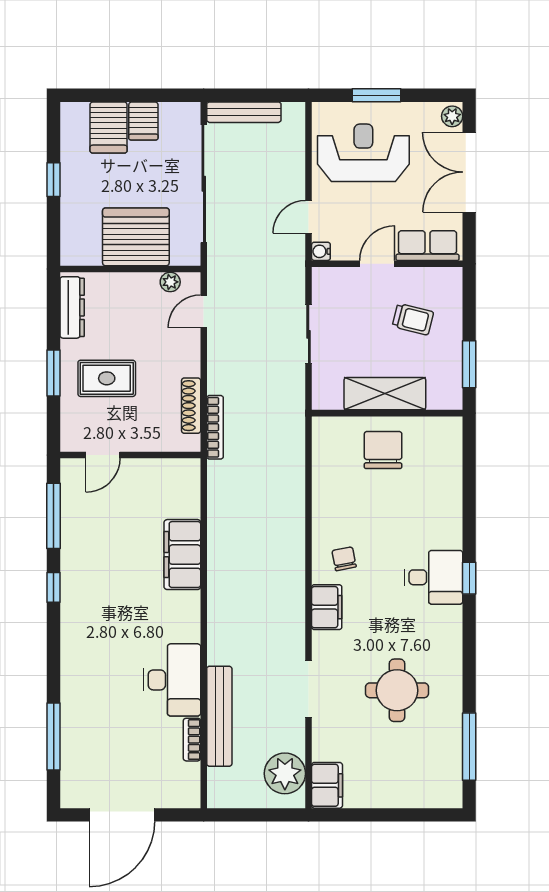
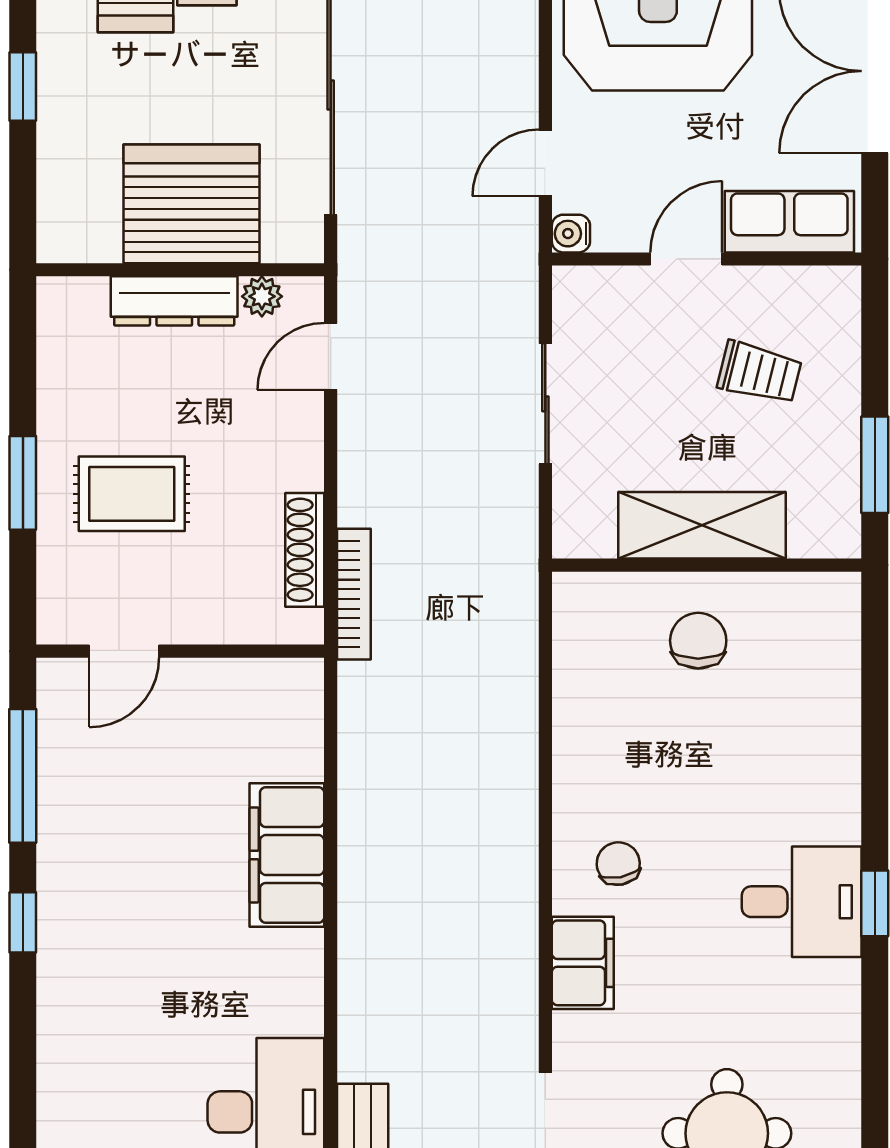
dresser: (72, 307) -> (174, 301), moved, turned 90
chair: (383, 450) -> (698, 641), width x0.73, depth x0.73

